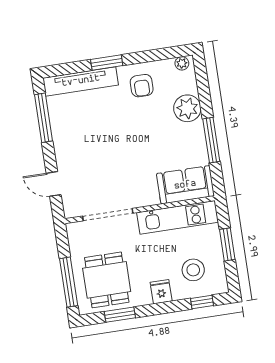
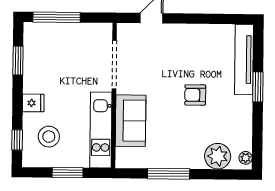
armchair: (142, 86) -> (195, 95), moved
plant: (187, 108) -> (218, 156), moved
window: (44, 118) -> (216, 19), removed
sofa: (185, 185) -> (131, 121), moved
dining table: (107, 280) -> (53, 53), removed

